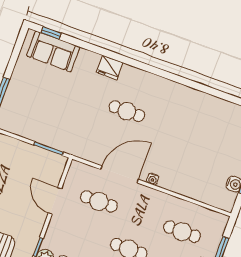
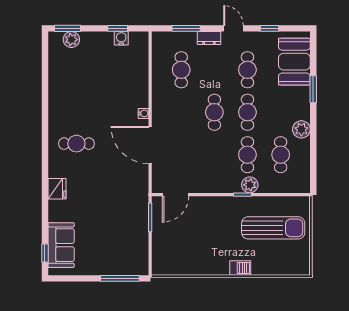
cafe table: (127, 111) -> (76, 144), moved, turned 90
door: (55, 201) -> (175, 195), moved
cafe table: (99, 201) -> (181, 155), removed

